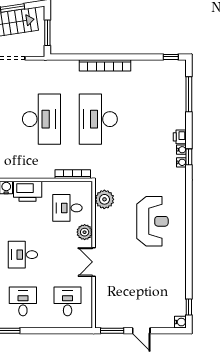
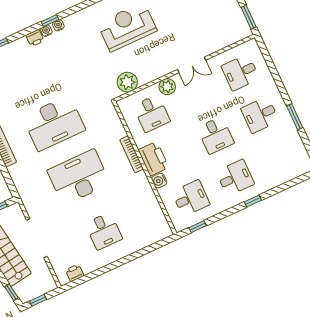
bookcase: (73, 174) -> (132, 154), moved

